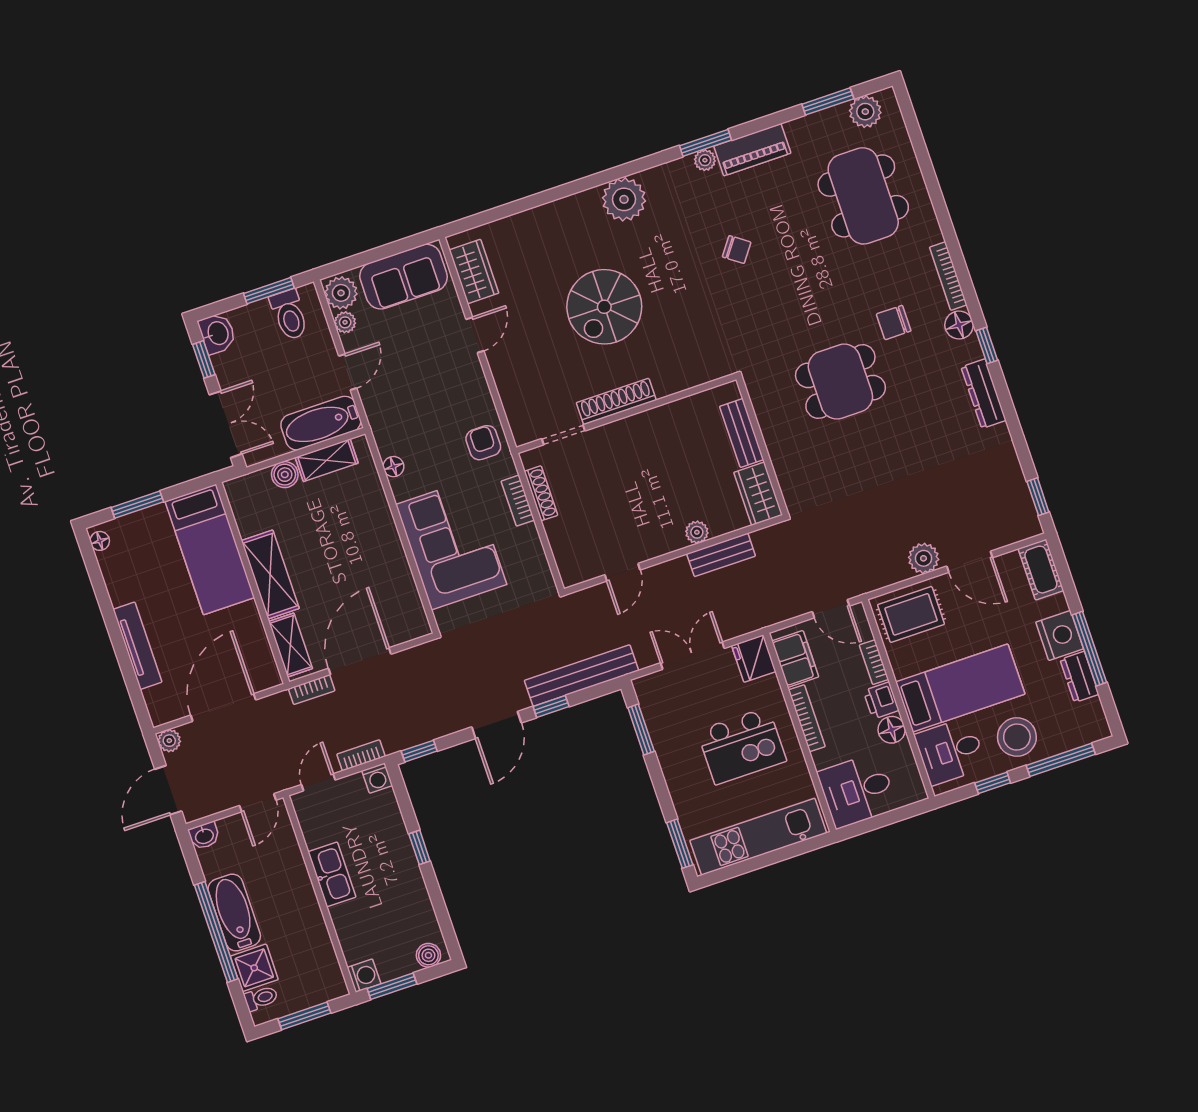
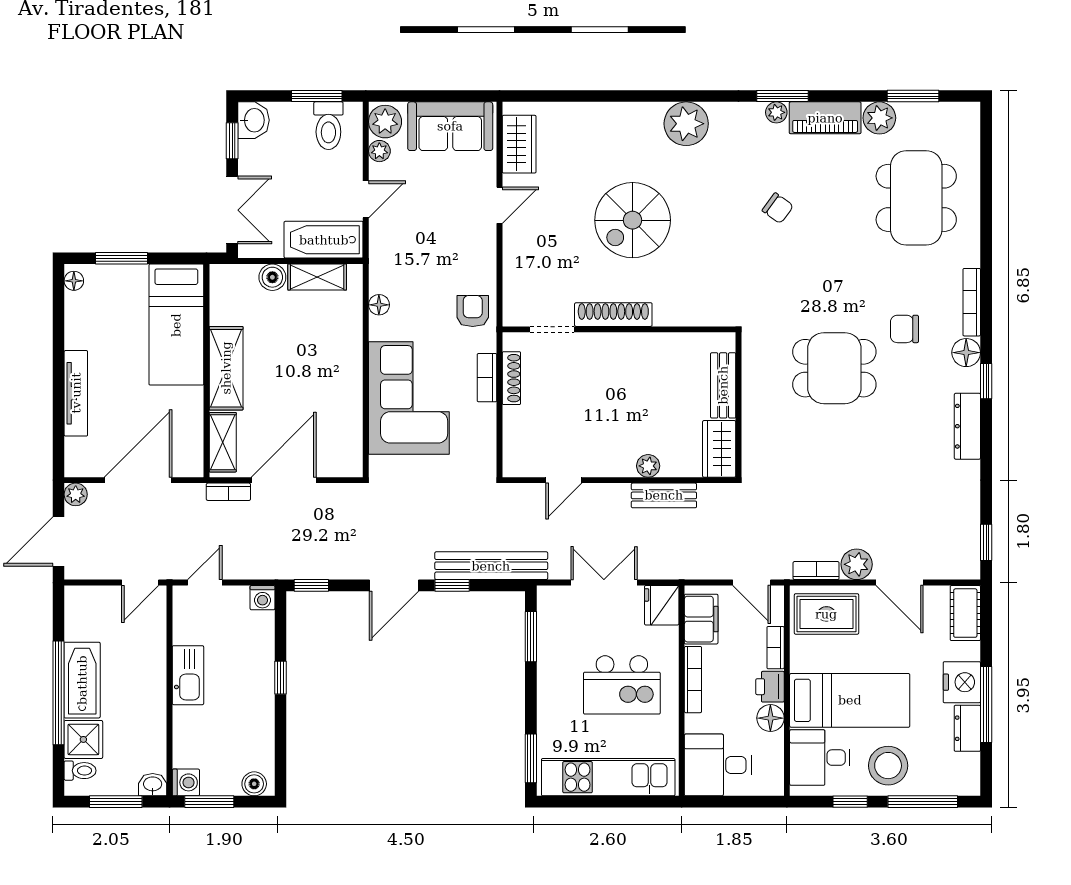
plant: (865, 112) -> (879, 118), moved
bookcase: (361, 755) -> (816, 571), moved
washbasin: (204, 836) -> (153, 785), moved, turned 180

